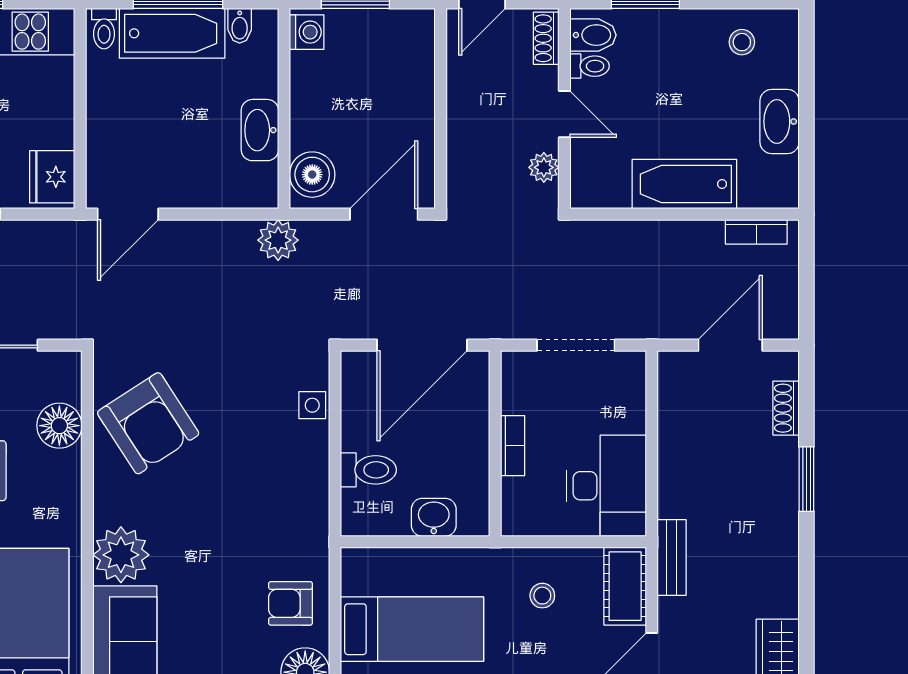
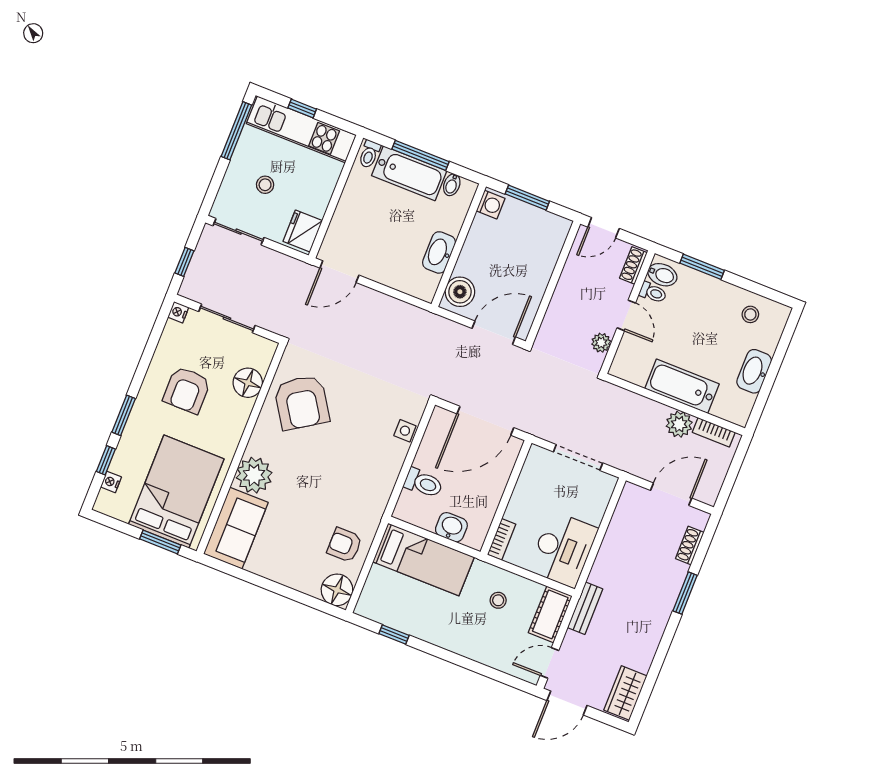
plant: (278, 240) -> (679, 424), moved
bookcase: (513, 446) -> (502, 539), moved
bed: (412, 629) -> (423, 559), moved

